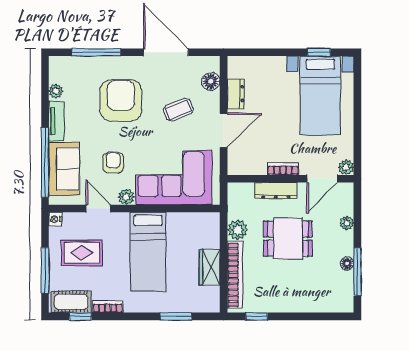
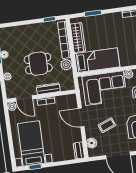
dresser: (236, 94) -> (79, 150), moved
door: (224, 130) -> (81, 118), hinge flipped
door: (322, 179) -> (24, 99), swing flipped
bed: (148, 252) -> (97, 60), moved, turned 90
wardrobe: (210, 267) -> (78, 38), width x1.50

